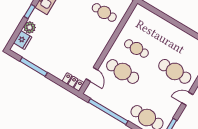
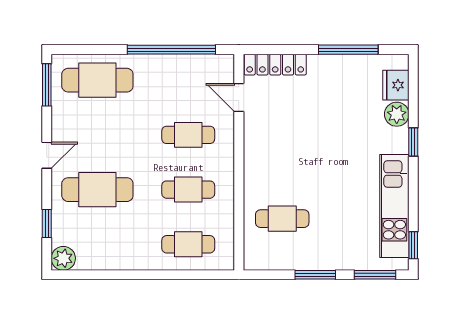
cafe table: (150, 25) -> (188, 244), added
cafe table: (123, 72) -> (188, 135), width x0.73, depth x0.74
locker: (73, 82) -> (275, 65), width x1.53

